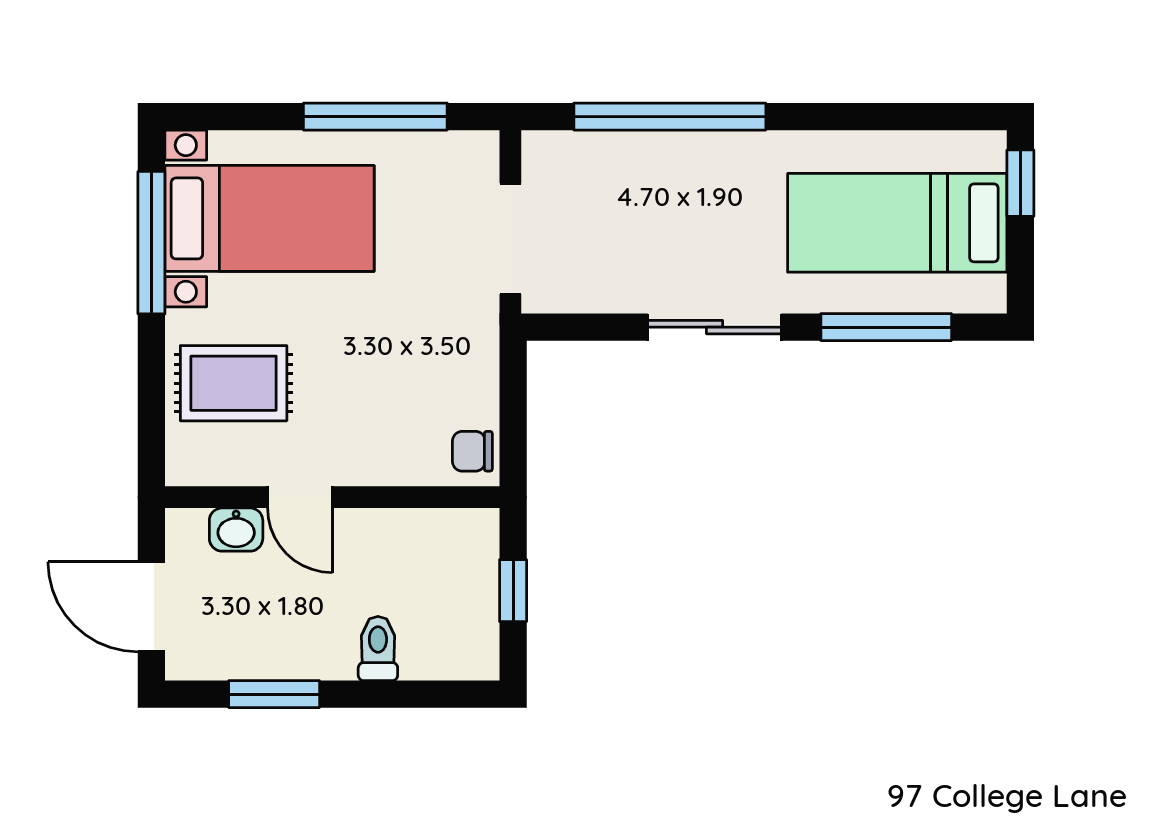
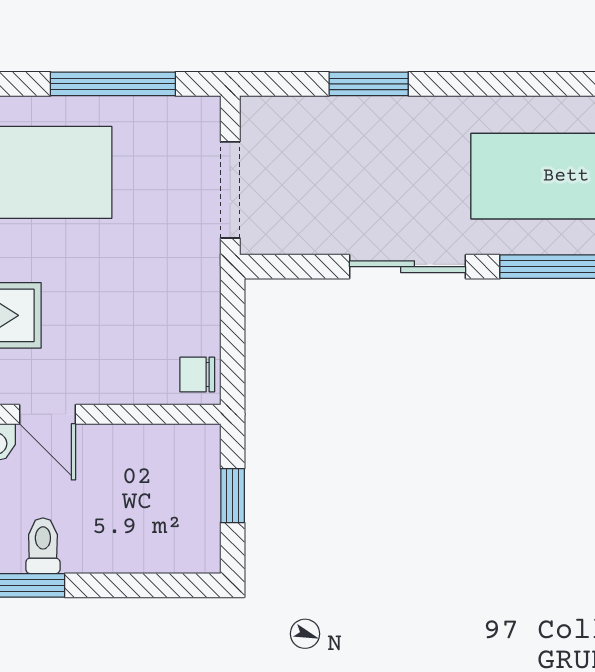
window: (670, 117) -> (369, 84), width x0.47
toilet: (378, 648) -> (43, 546), moved

